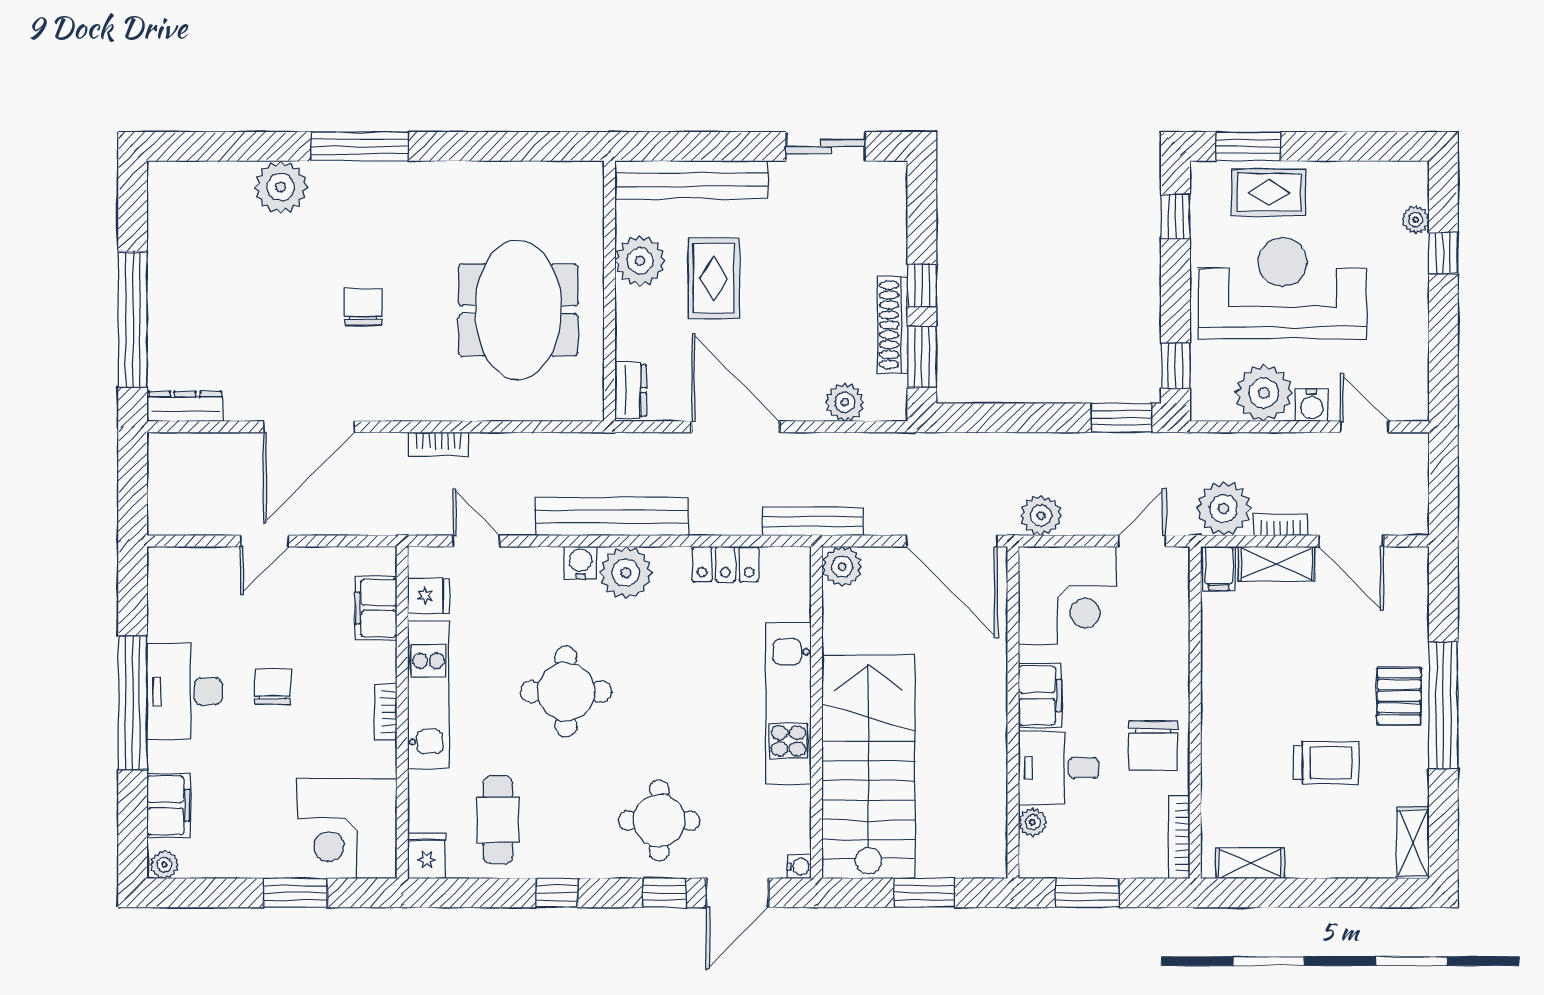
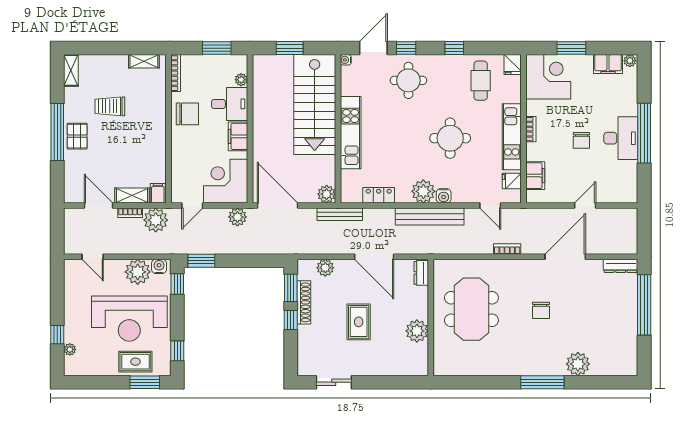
bench: (691, 180) -> (394, 367), removed
rug: (714, 278) -> (359, 322), moved
water cooler: (1312, 405) -> (159, 266), moved
chair: (1153, 746) -> (187, 114), turned 90
filing cabinet: (168, 805) -> (608, 64), moved, turned -90

